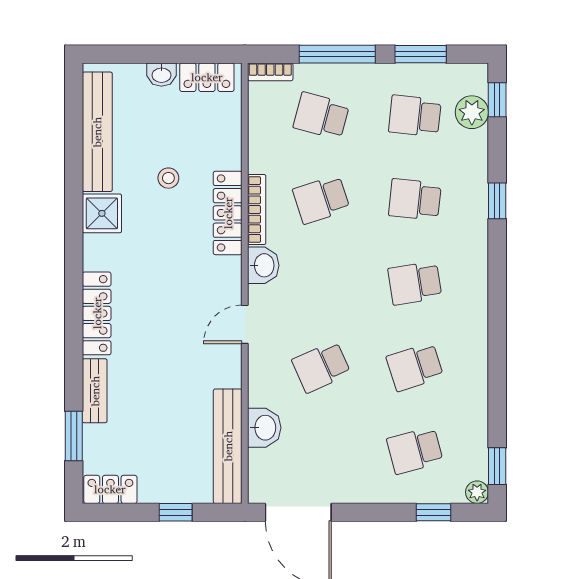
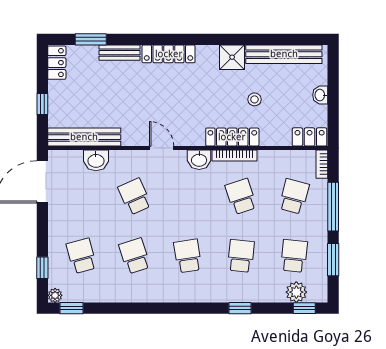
locker: (207, 77) -> (310, 137), moved, turned 90

